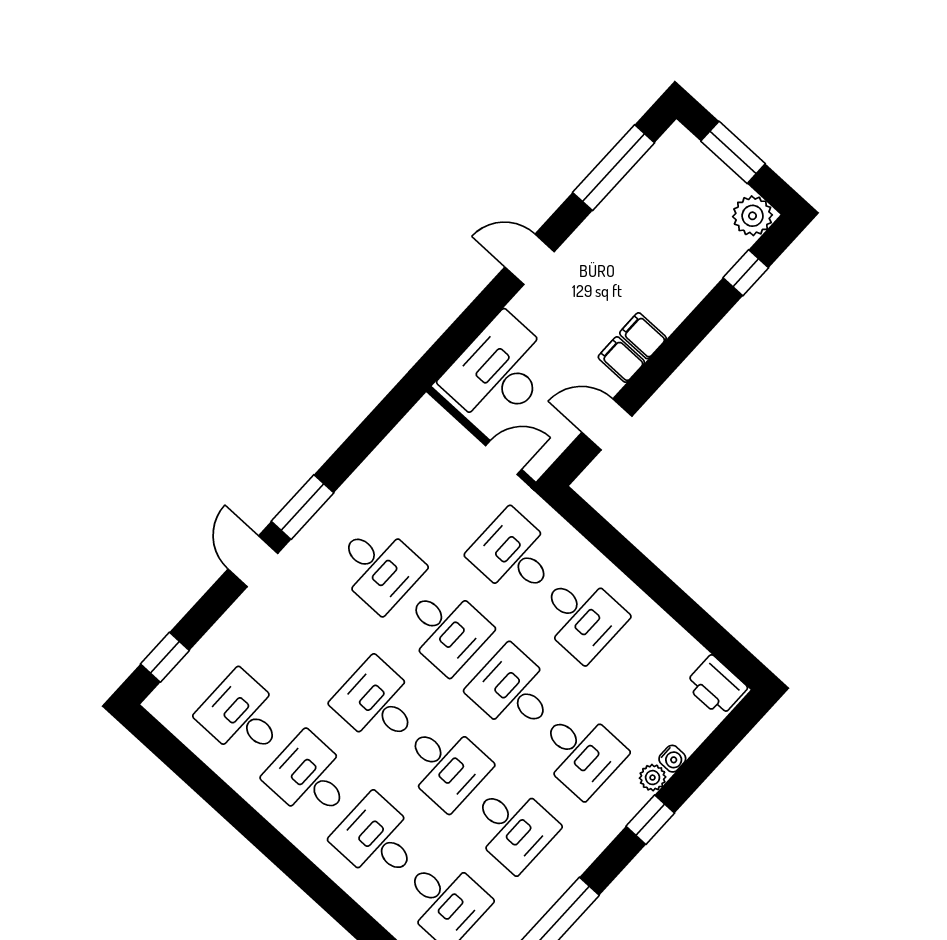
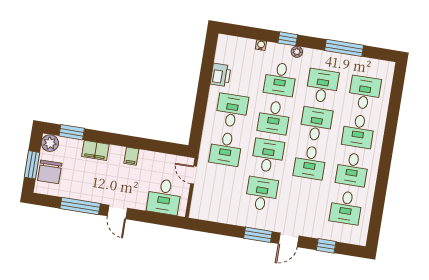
window: (614, 168) -> (80, 206), moved
chair: (696, 178) -> (50, 172), added
window: (746, 273) -> (72, 132), width x1.50
filing cabinet: (643, 336) -> (95, 150), moved, width x2.00
desk: (499, 372) -> (164, 197), width x0.73
door: (607, 424) -> (158, 146), removed
window: (165, 657) -> (326, 246), moved
printer: (716, 686) -> (221, 75), moved
desk: (581, 753) -> (280, 79), turned 180
plant: (653, 778) -> (297, 52), moved

